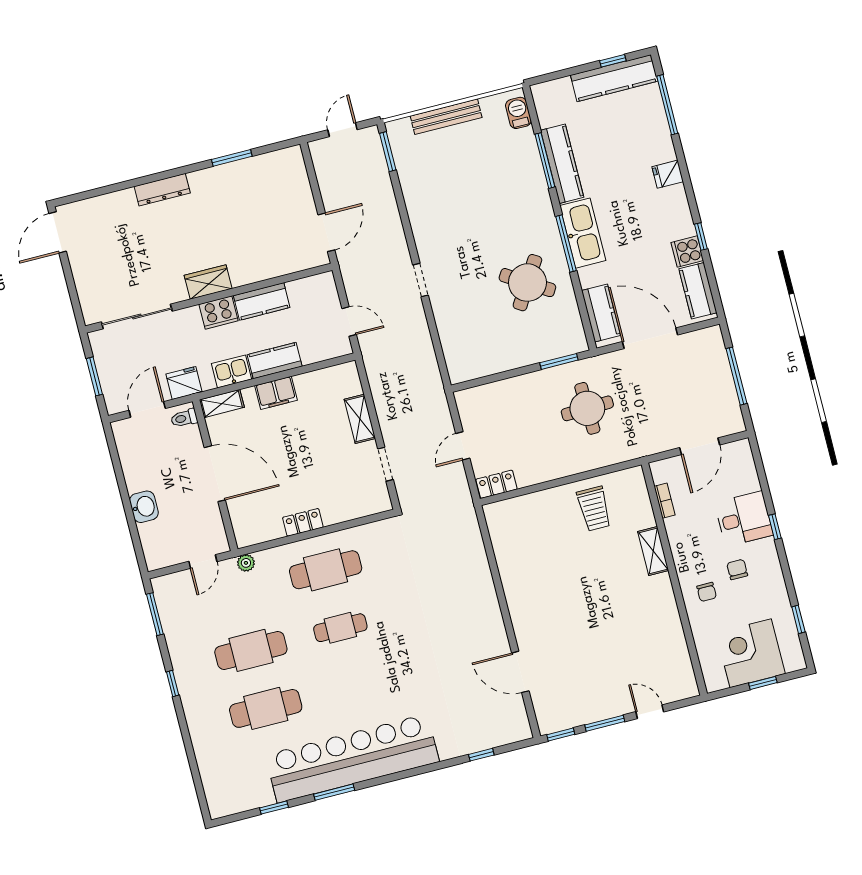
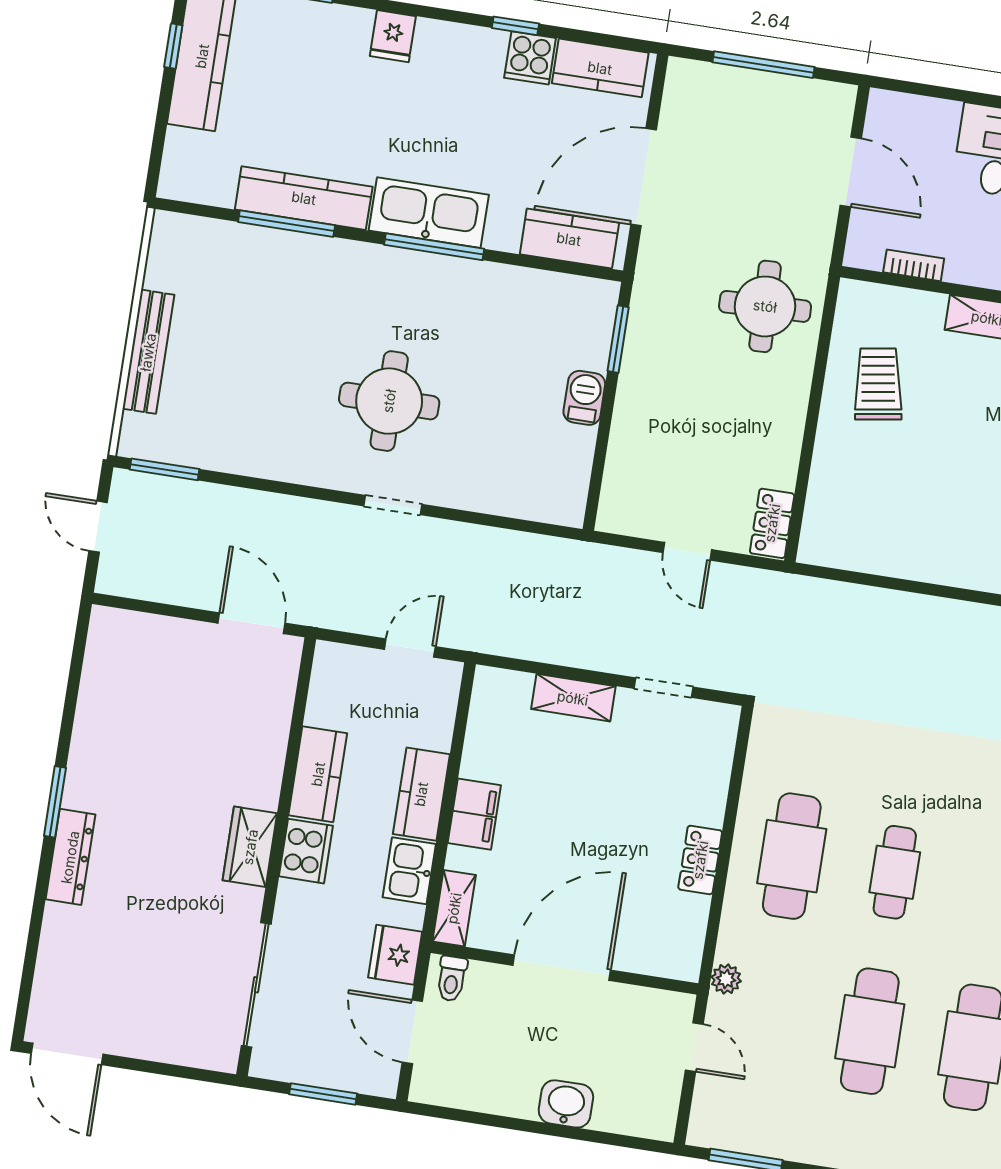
barbecue: (518, 113) -> (584, 398), moved, turned 90
window: (232, 158) -> (55, 802), moved
round table: (527, 283) -> (389, 401), moved, turned -32
round table: (587, 408) -> (765, 306), moved
trolley: (594, 509) -> (878, 384), turned -99

